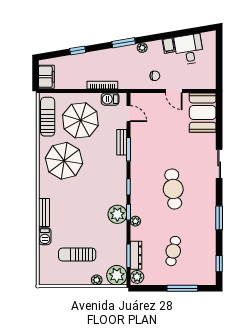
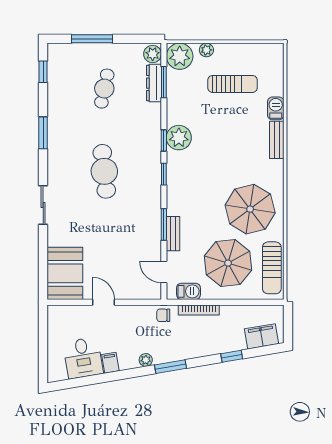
chair: (155, 76) -> (163, 315), moved
filing cabinet: (46, 77) -> (262, 336), moved, turned 80
plant: (135, 221) -> (155, 128), removed

